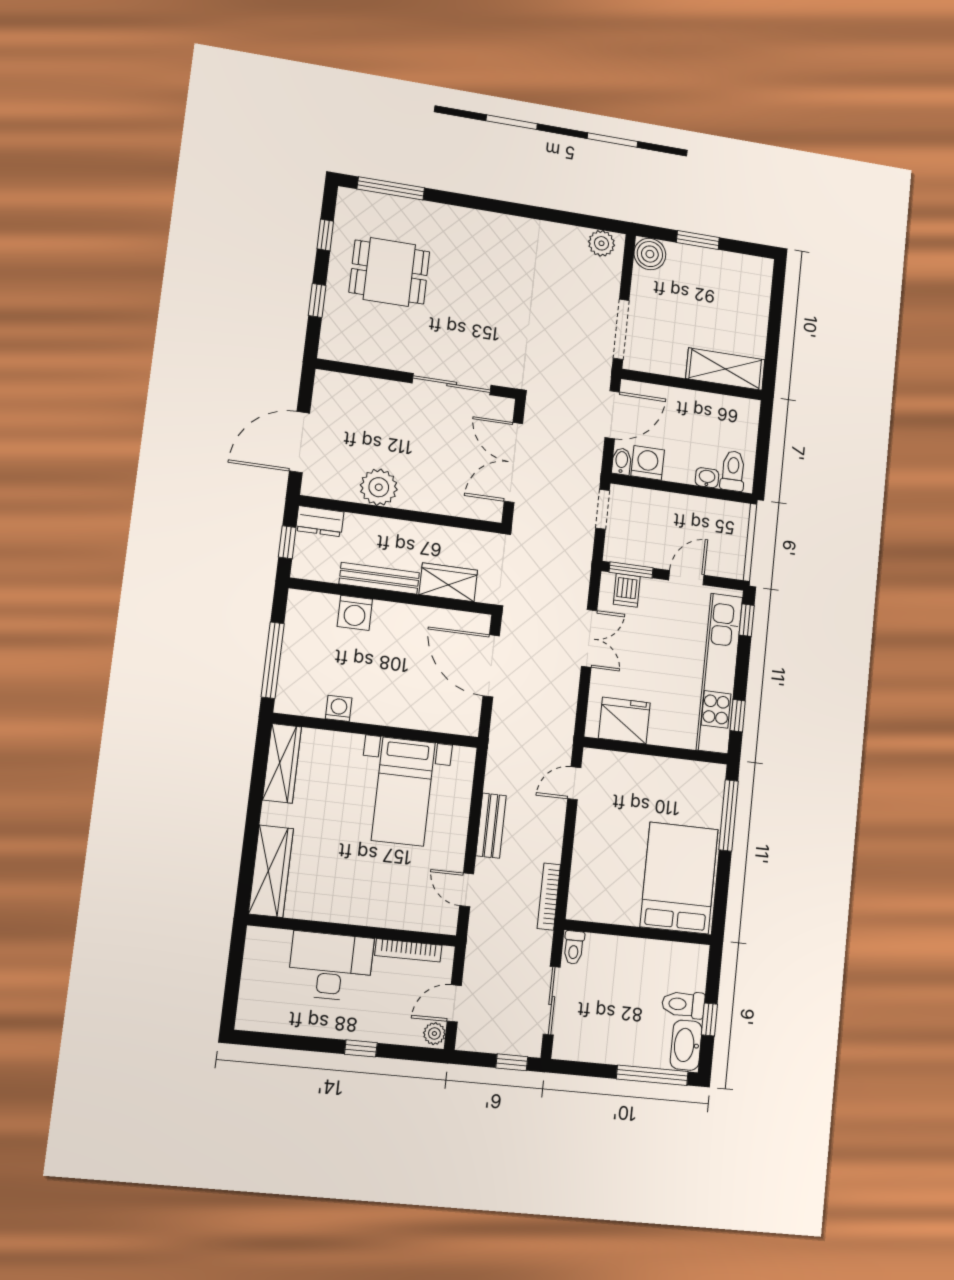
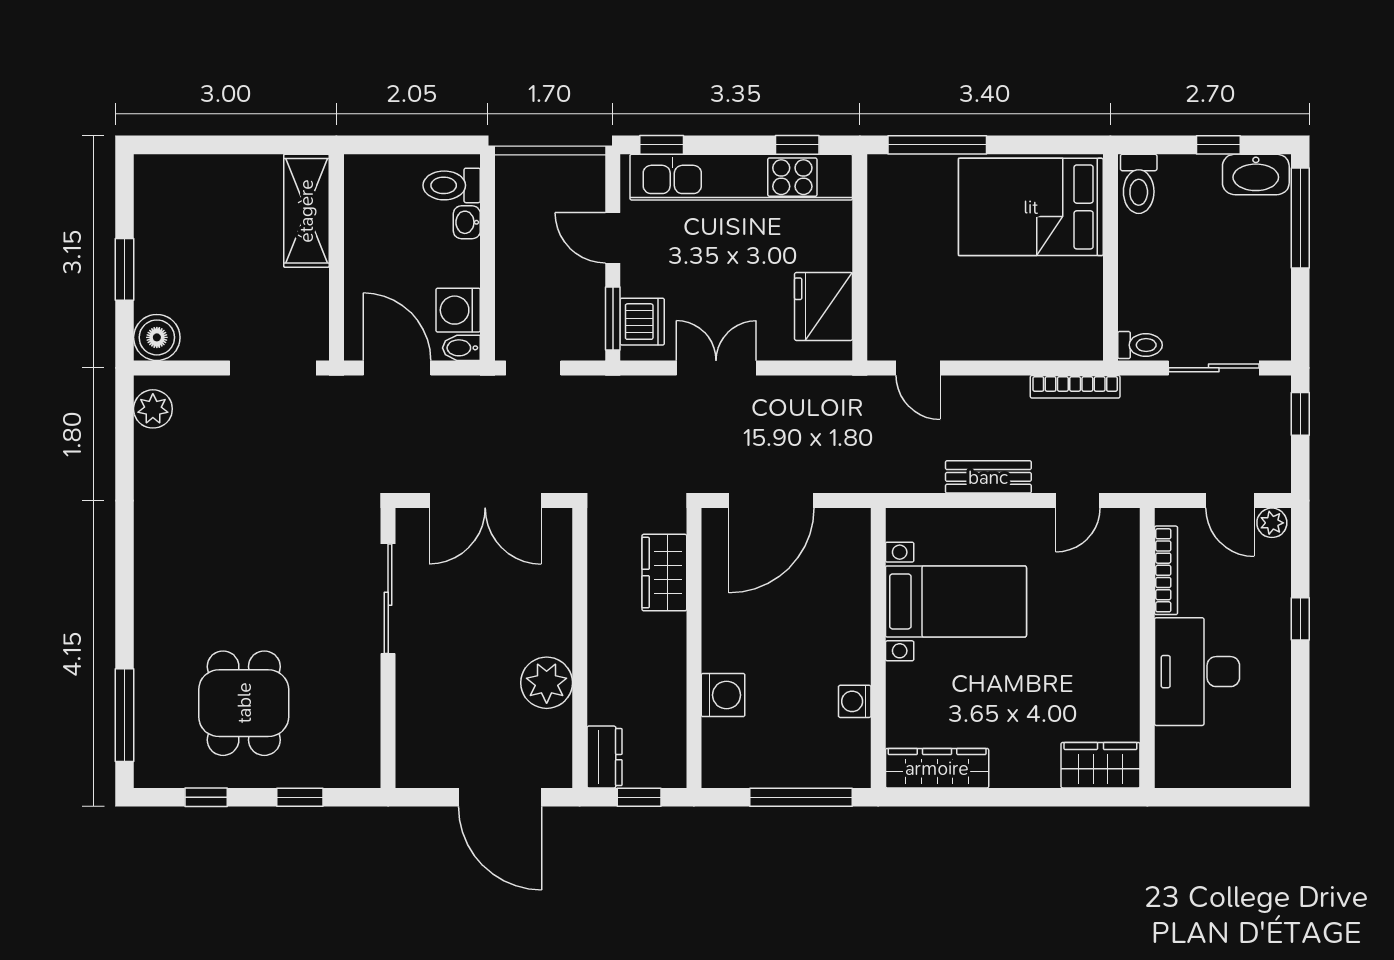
bench: (379, 578) -> (672, 668), removed
dishwasher: (627, 590) -> (642, 322), width x1.38
wardrobe: (271, 871) -> (1100, 765), width x0.67
toilet: (683, 1004) -> (1139, 184), moved

